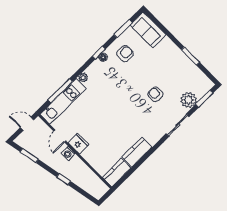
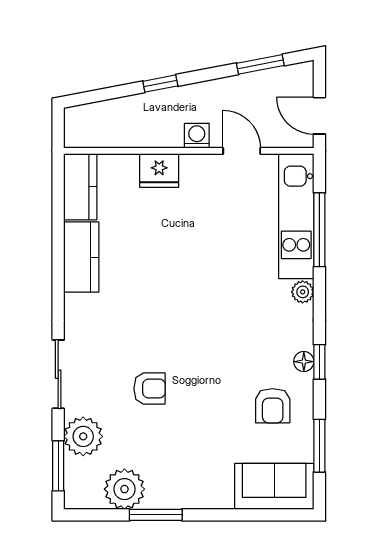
plant: (192, 73) -> (124, 489), added
door: (27, 124) -> (319, 116), swing flipped
fridge: (79, 144) -> (159, 170), moved

